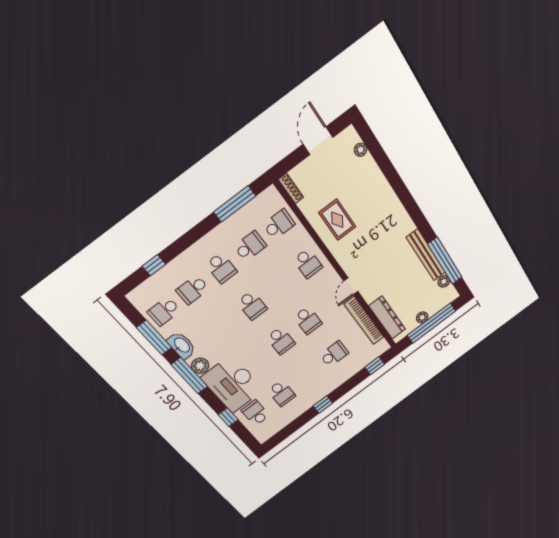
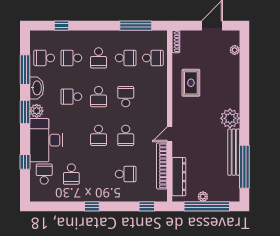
school desk: (308, 263) -> (126, 97), moved, turned 180
plant: (444, 281) -> (230, 118), moved, width x1.87, depth x1.87
school desk: (224, 326) -> (71, 97), added
window: (189, 376) -> (25, 112), width x0.69

